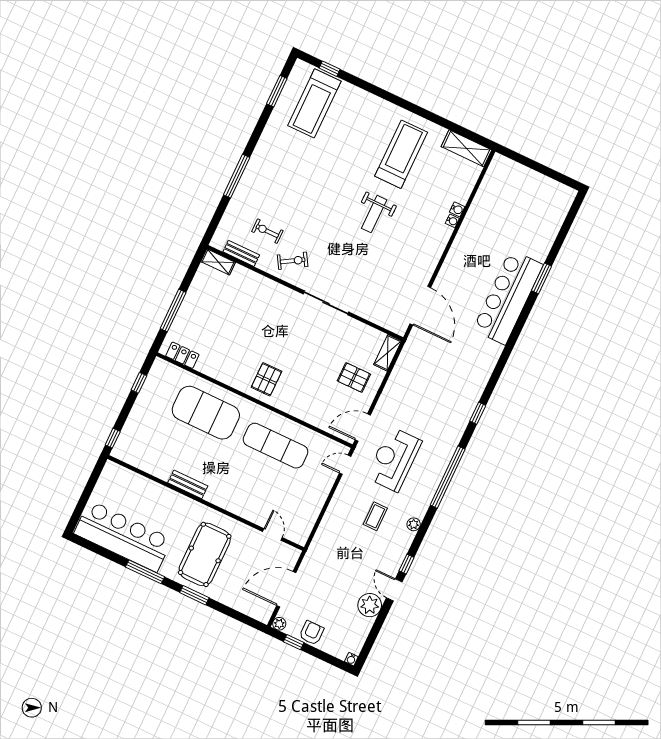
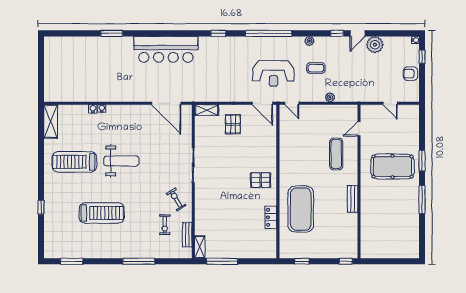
window: (330, 69) -> (41, 207), moved
treadmill: (314, 103) -> (102, 213), moved
weight bench: (374, 214) -> (121, 161), width x1.36, depth x1.33
bar counter: (508, 297) -> (166, 49), moved
door: (420, 306) -> (166, 103), swing flipped
window: (173, 311) -> (222, 261), moved
locker: (182, 355) -> (271, 217), moved
exercise mat: (276, 446) -> (336, 154), moved, width x0.73, depth x0.69
bar counter: (123, 536) -> (406, 225), removed
door: (286, 589) -> (390, 103), width x0.53
plant: (279, 624) -> (330, 97), moved
window: (294, 642) -> (422, 57), moved

